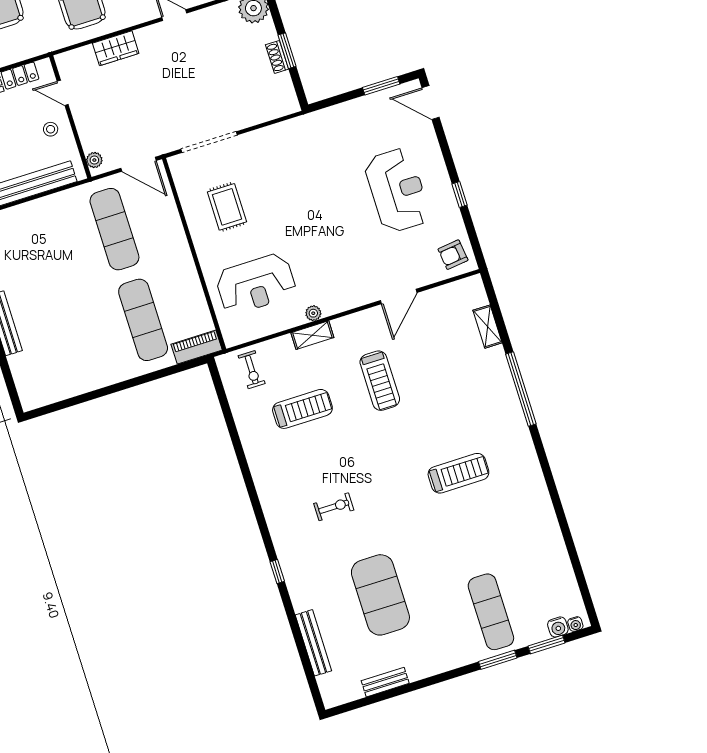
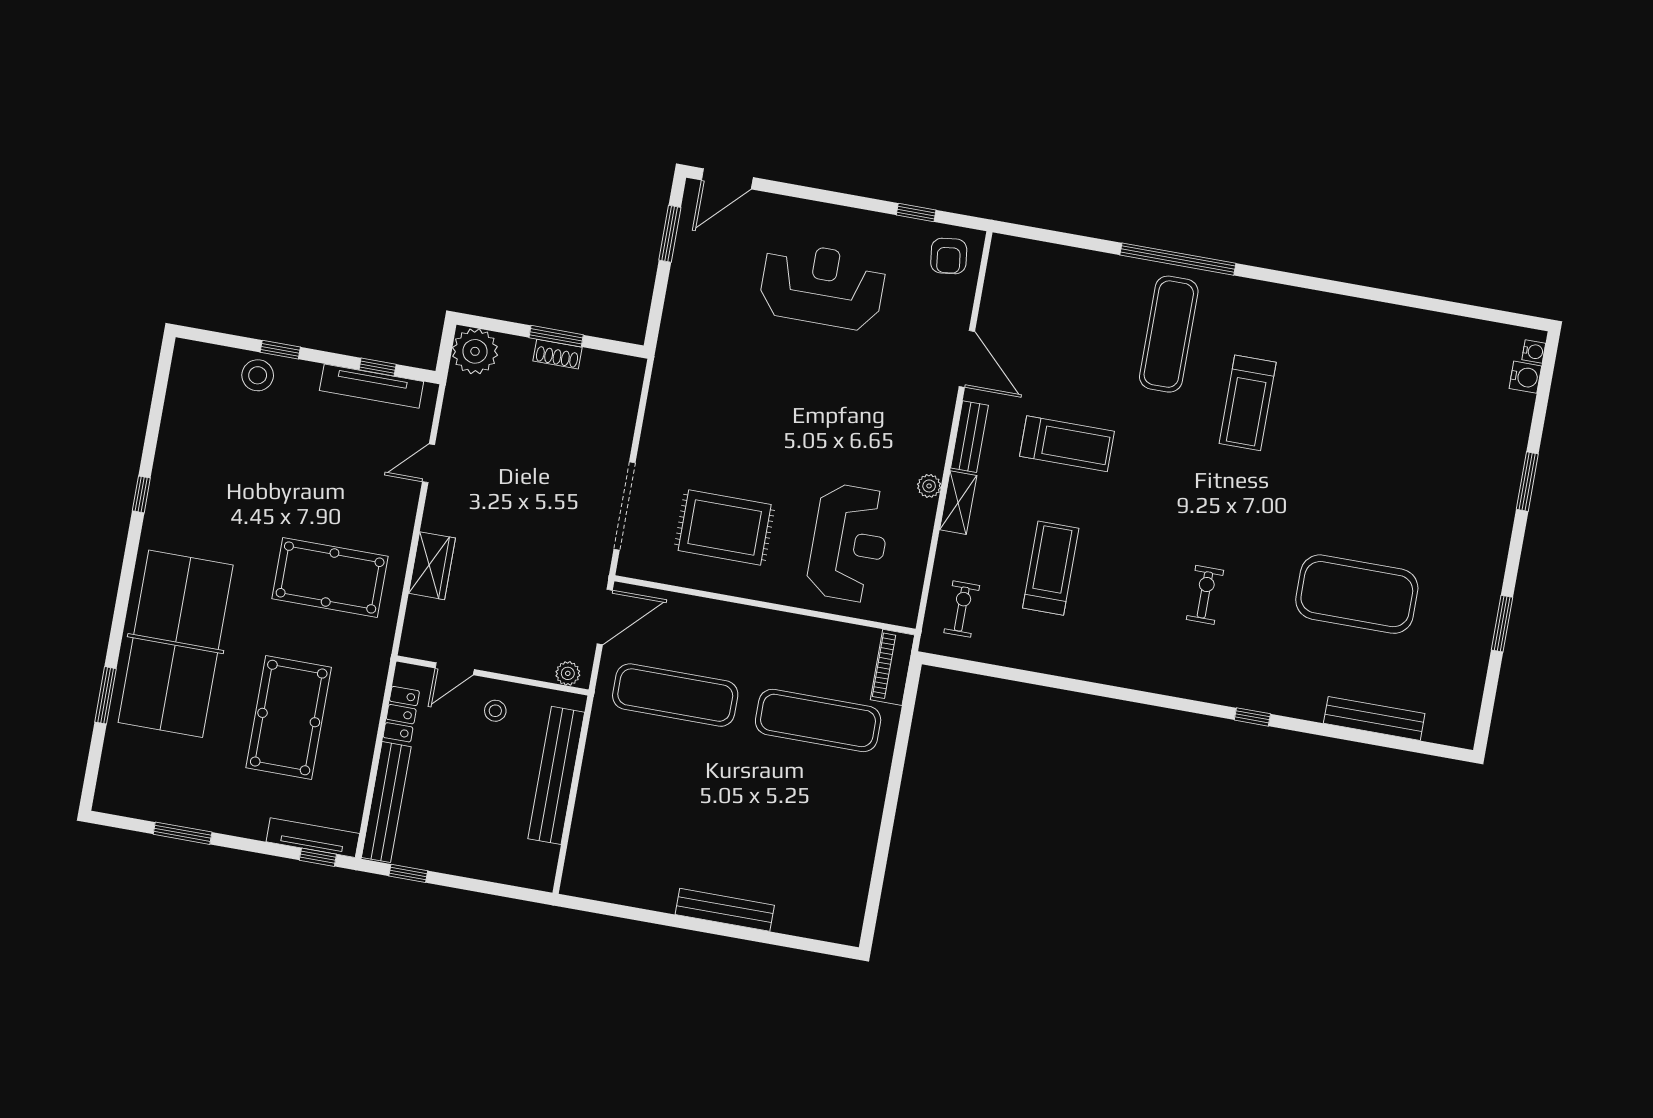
window: (460, 195) -> (916, 212), moved
rug: (227, 207) -> (725, 527), width x1.36, depth x1.43
shelving: (488, 327) -> (1070, 260), removed
exercise bike: (252, 370) -> (962, 609), turned -90
treadmill: (458, 473) -> (1248, 403), turned 180
exercise mat: (491, 612) -> (1169, 334), moved, turned 90
window: (546, 644) -> (1502, 624), moved
bench: (385, 682) -> (969, 437), moved

